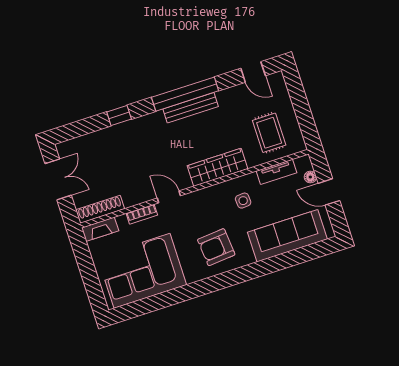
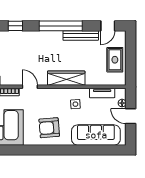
door: (253, 72) -> (108, 26), hinge flipped
bench: (191, 108) -> (81, 36), moved
rug: (269, 133) -> (115, 60), moved

